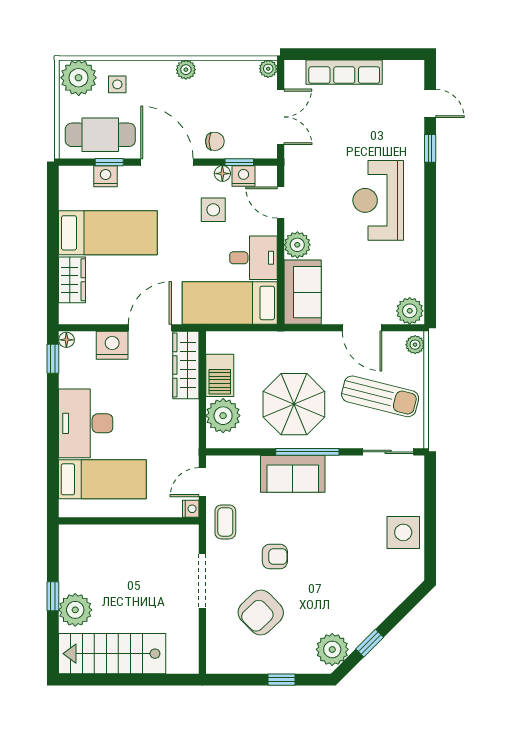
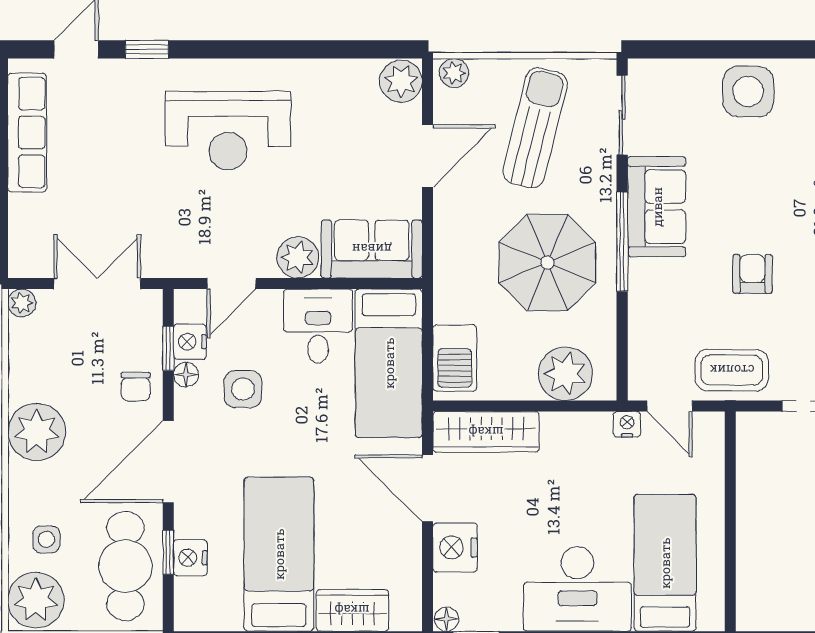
plant: (186, 70) -> (37, 432), width x1.88, depth x1.88
row of seats: (344, 72) -> (27, 133), moved
chair: (215, 141) -> (136, 387), turned 180
barbecue: (220, 375) -> (455, 358), moved, turned 90
sofa: (293, 474) -> (657, 207), moved
nightstand: (191, 509) -> (627, 424), moved
coffee table: (225, 522) -> (732, 370), width x1.36, depth x1.30
armchair: (275, 557) -> (752, 274), moved

